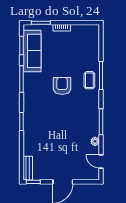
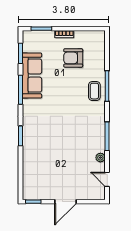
sofa: (32, 51) -> (32, 76), moved
armchair: (62, 86) -> (73, 58), moved, turned -90
bench: (28, 168) -> (27, 187), removed

